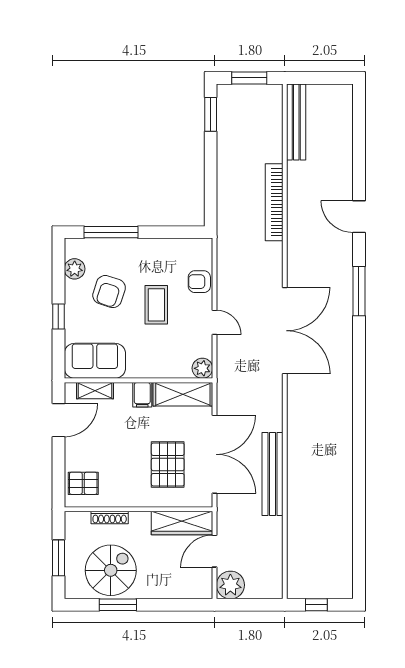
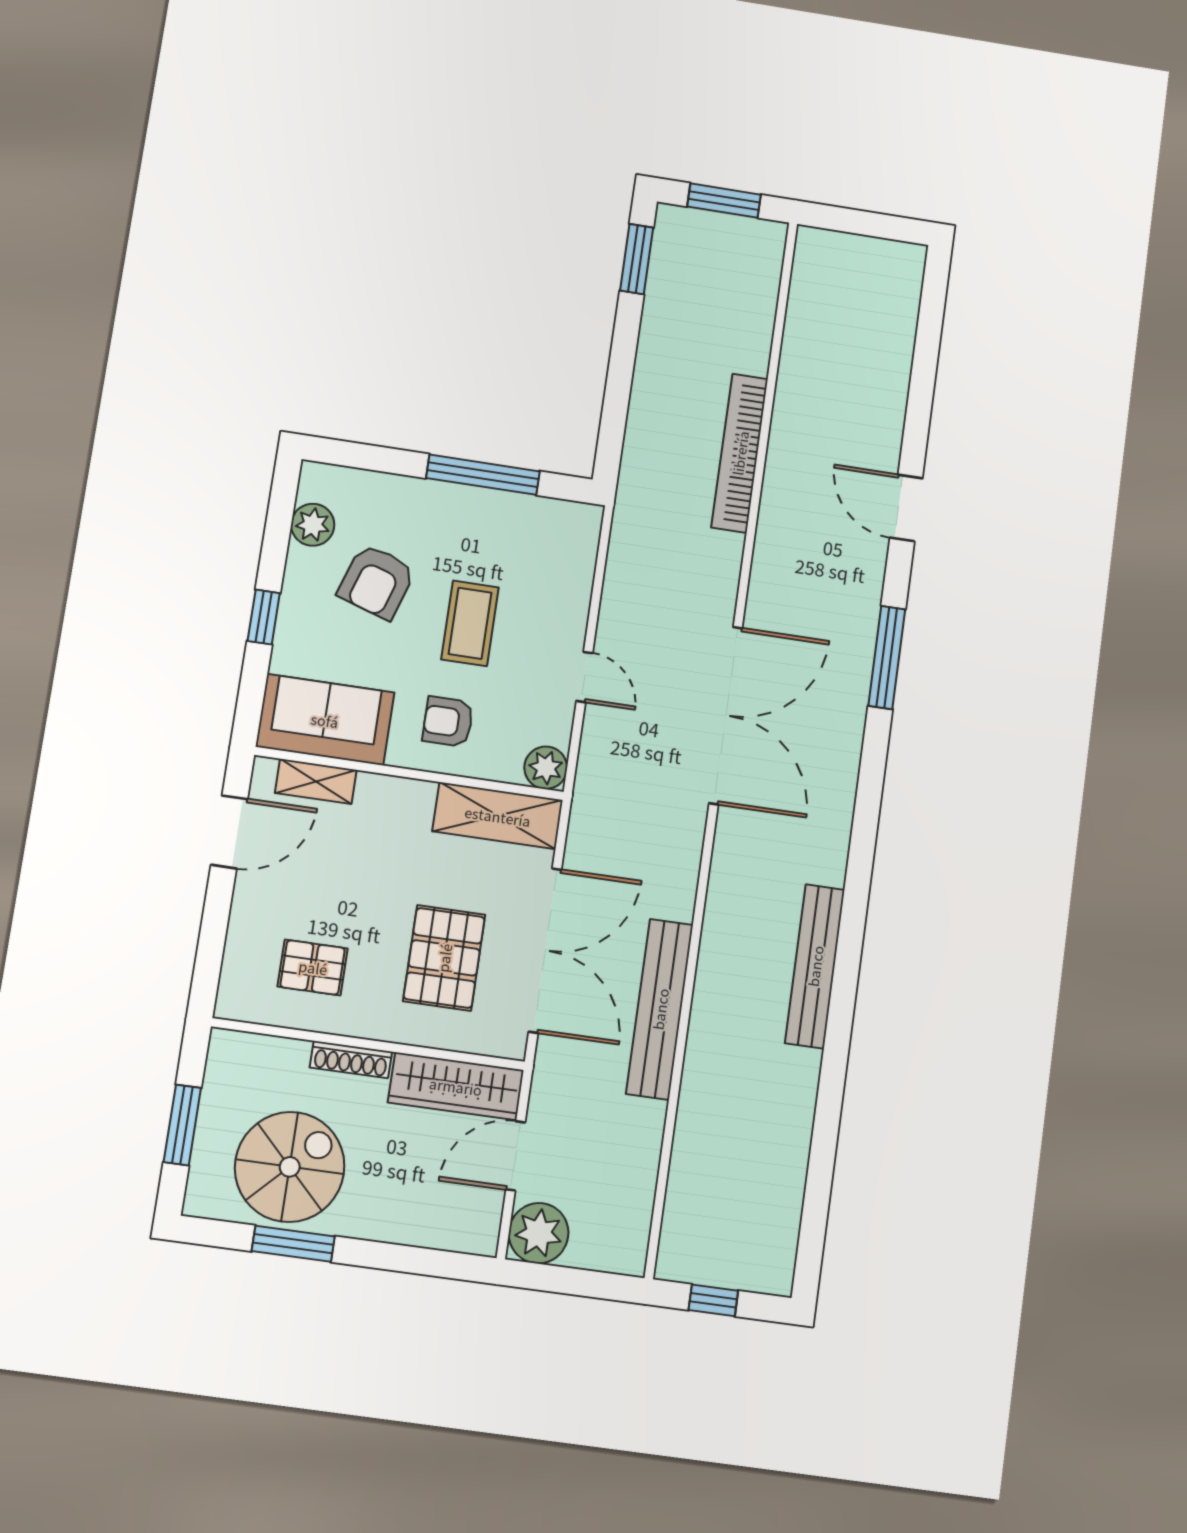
bench: (296, 122) -> (815, 966), moved
window: (111, 232) -> (483, 475), moved
armchair: (199, 282) -> (448, 722), moved
filing cabinet: (142, 395) -> (413, 804), removed
pallet: (83, 483) -> (313, 967), moved
shoe rack: (110, 517) -> (351, 1060), moved

